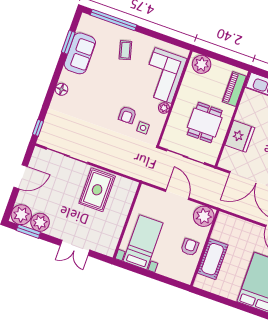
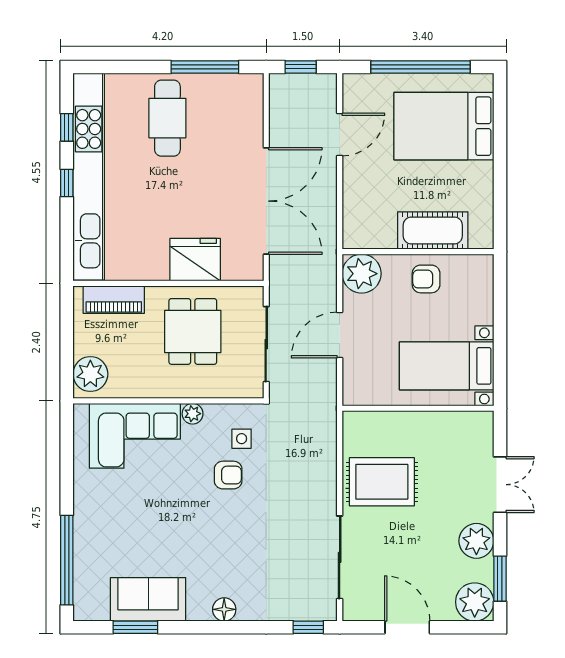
coffee table: (125, 50) -> (113, 520), removed
dining table: (205, 123) -> (193, 331), turned 90
plant: (40, 222) -> (476, 541), moved

